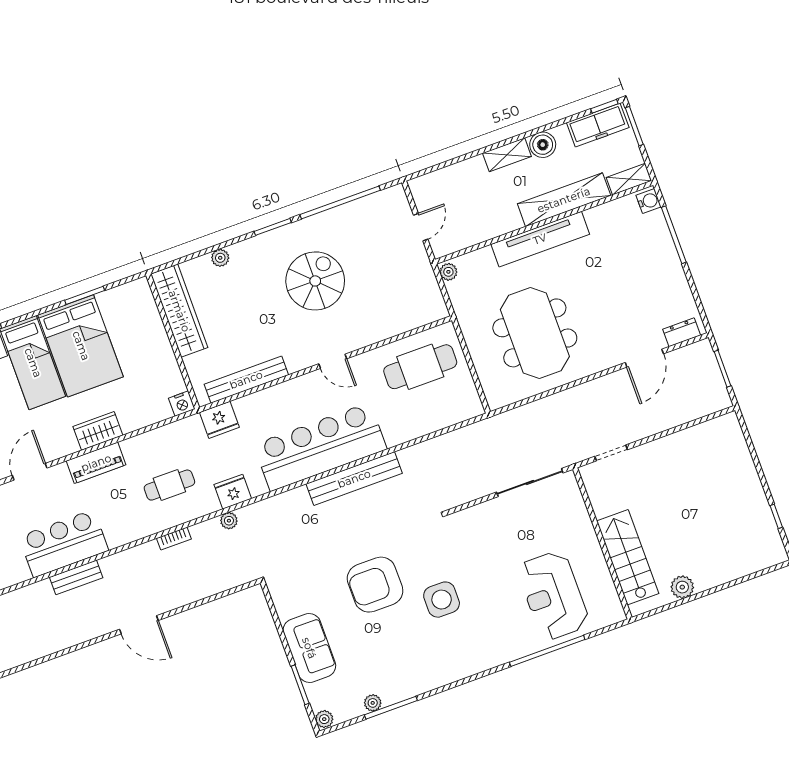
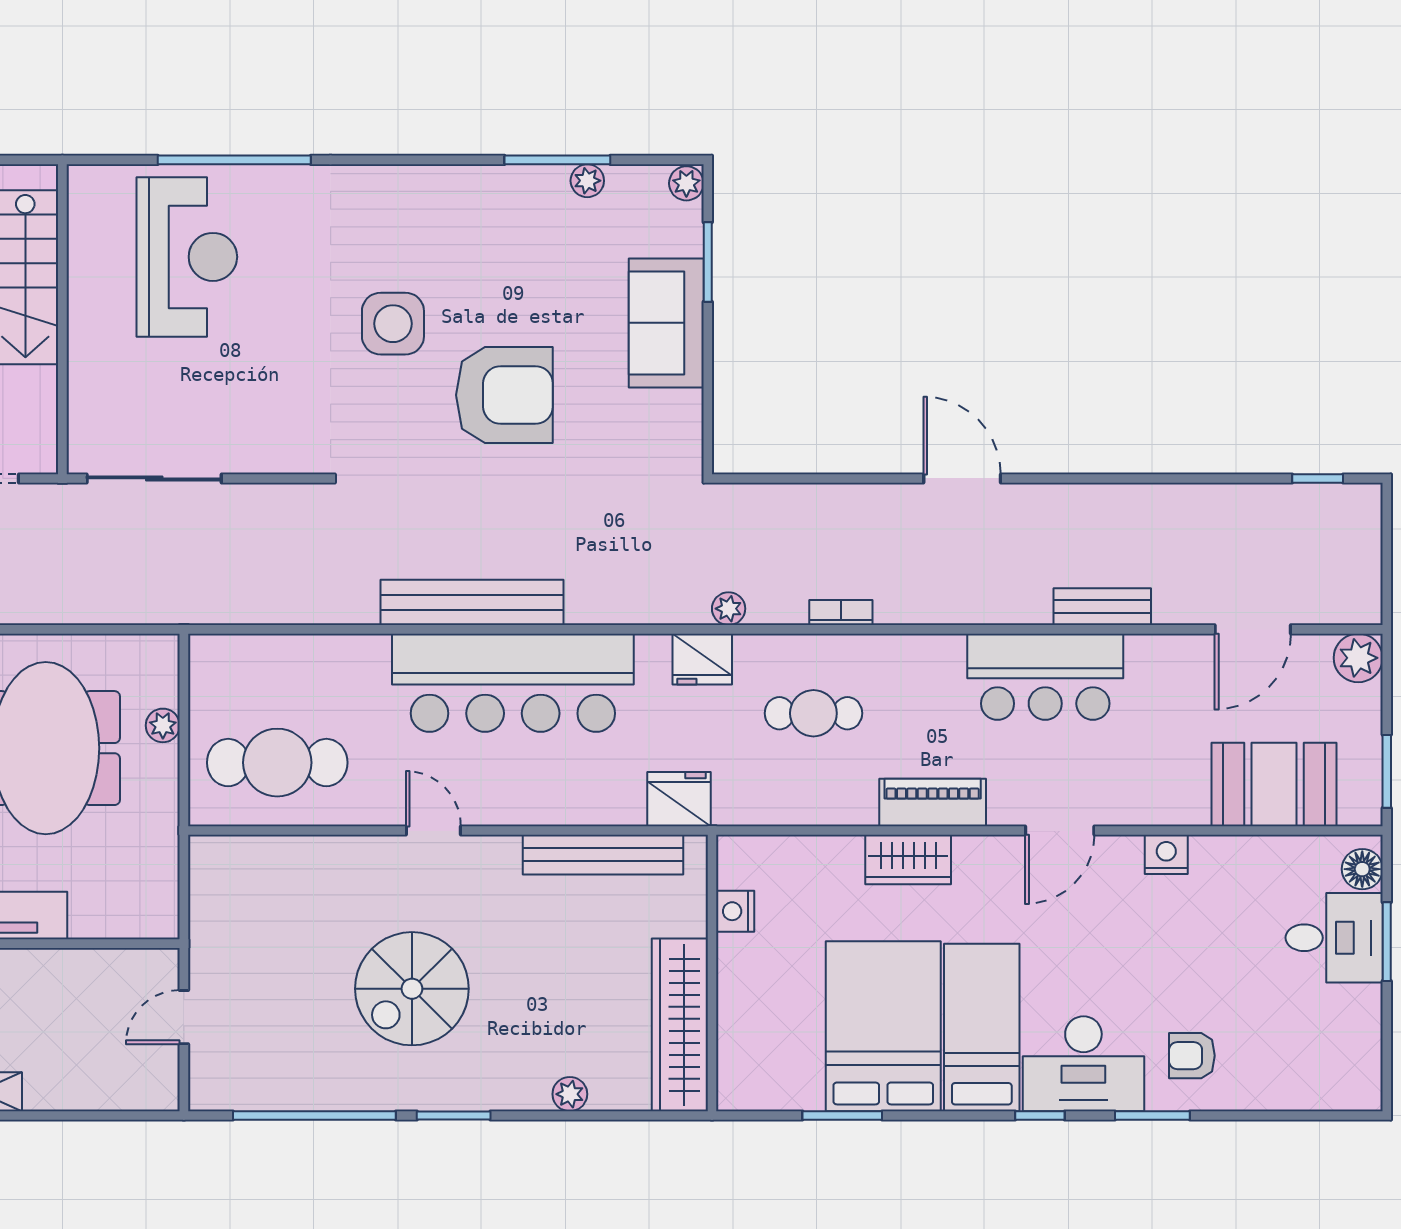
plant: (448, 272) -> (163, 725), moved
nightstand: (182, 404) -> (735, 911), moved, turned -90
bench: (76, 577) -> (1102, 607), moved

